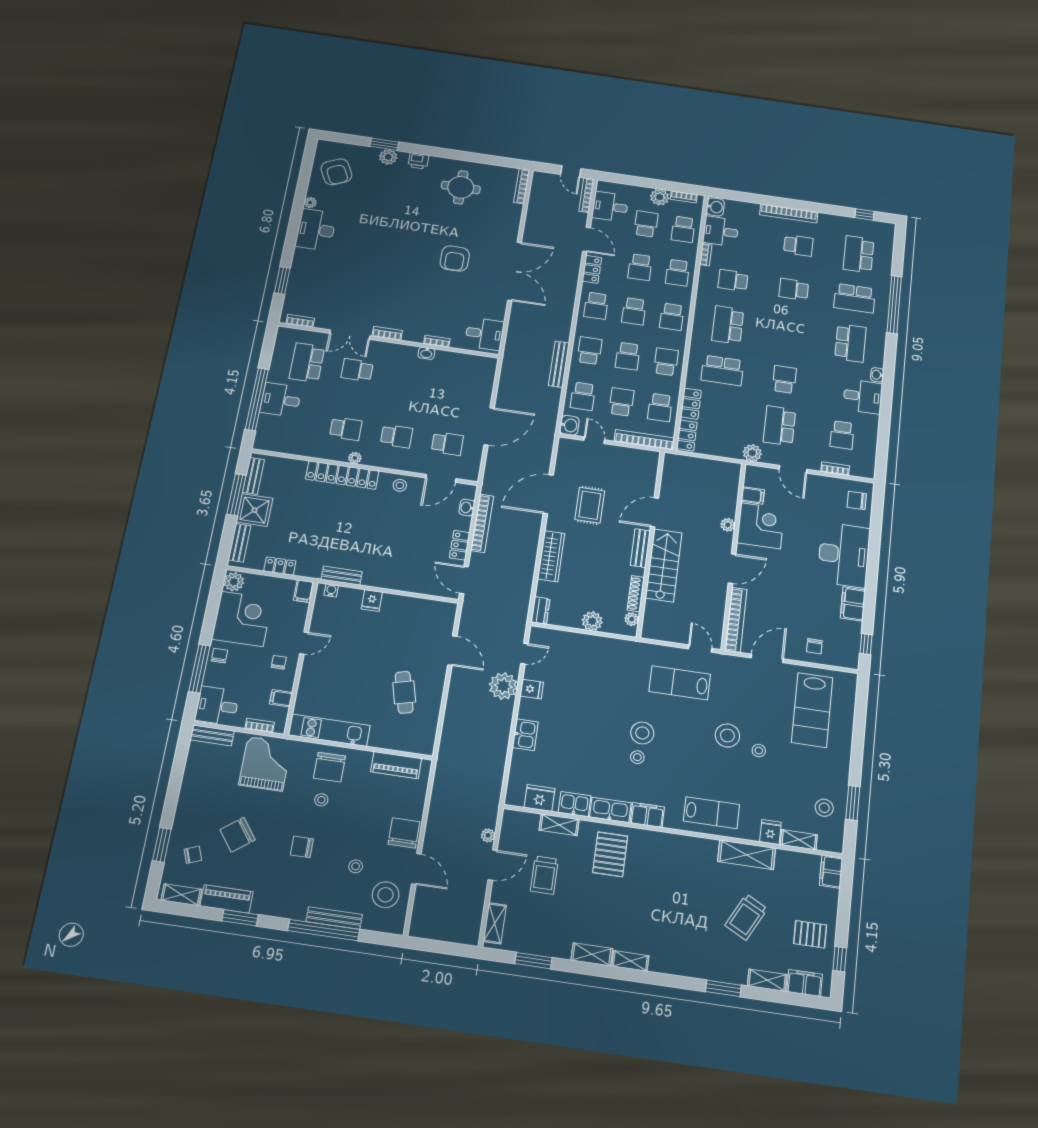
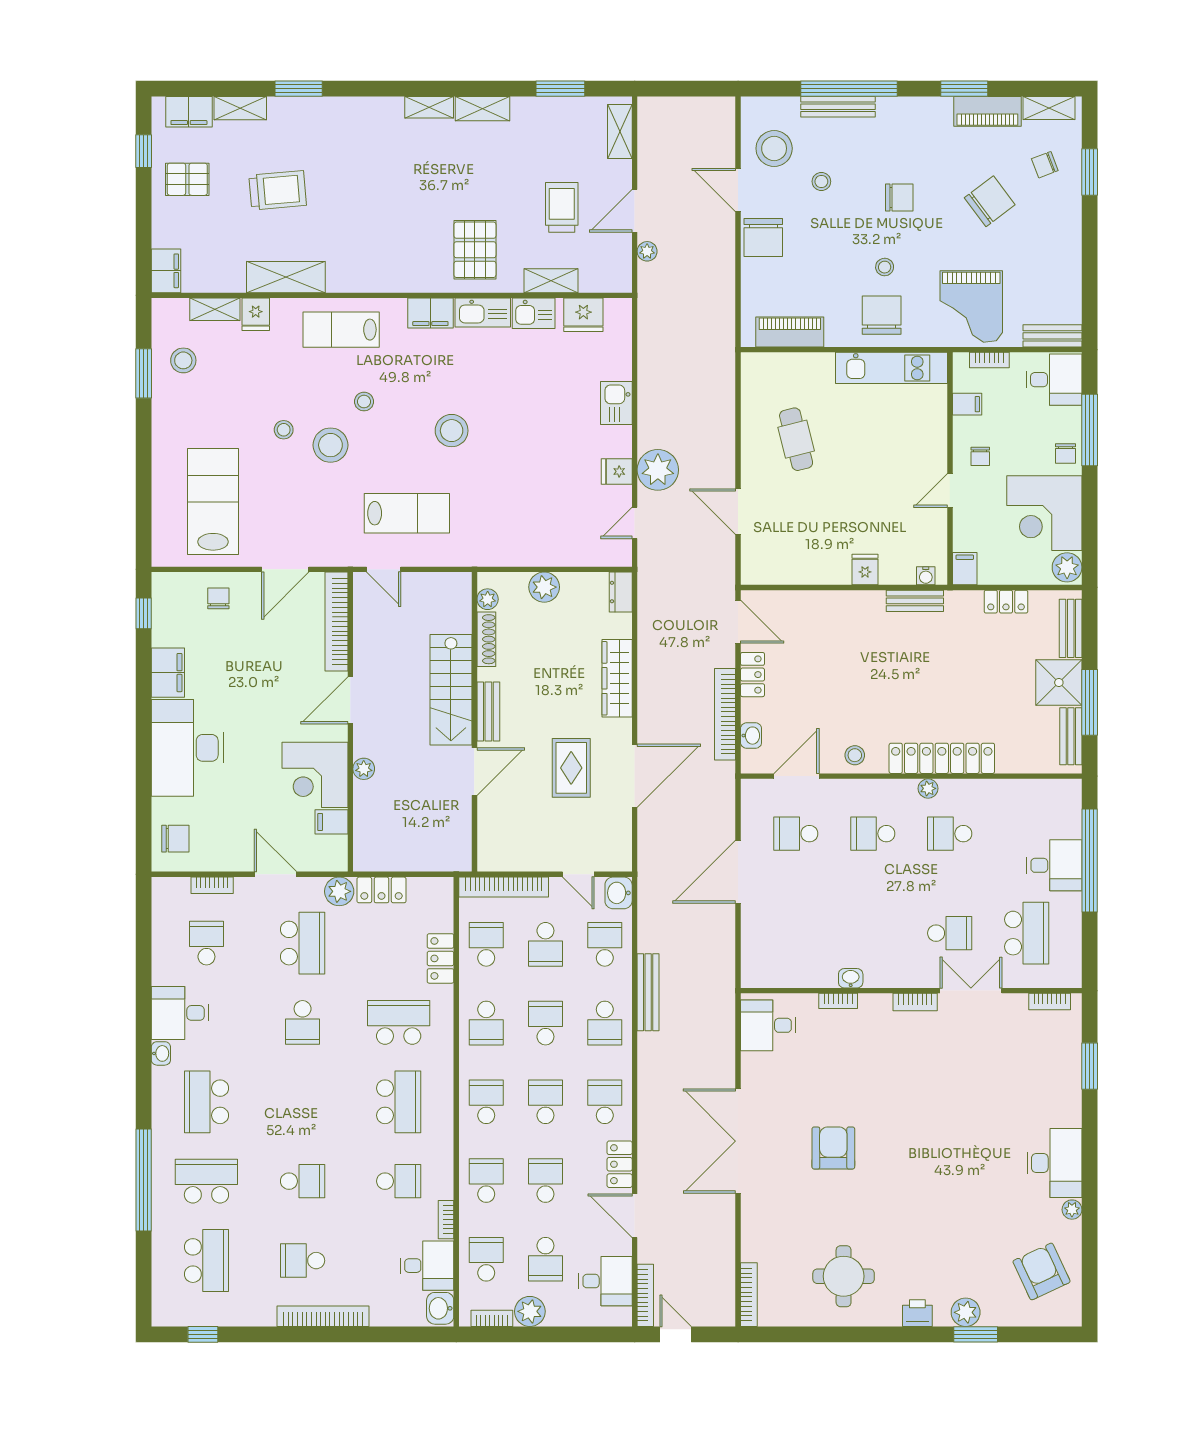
locker: (687, 435) -> (382, 890), moved, turned -90
stool: (637, 757) -> (364, 402), moved
trolley: (746, 917) -> (278, 190), turned 57

